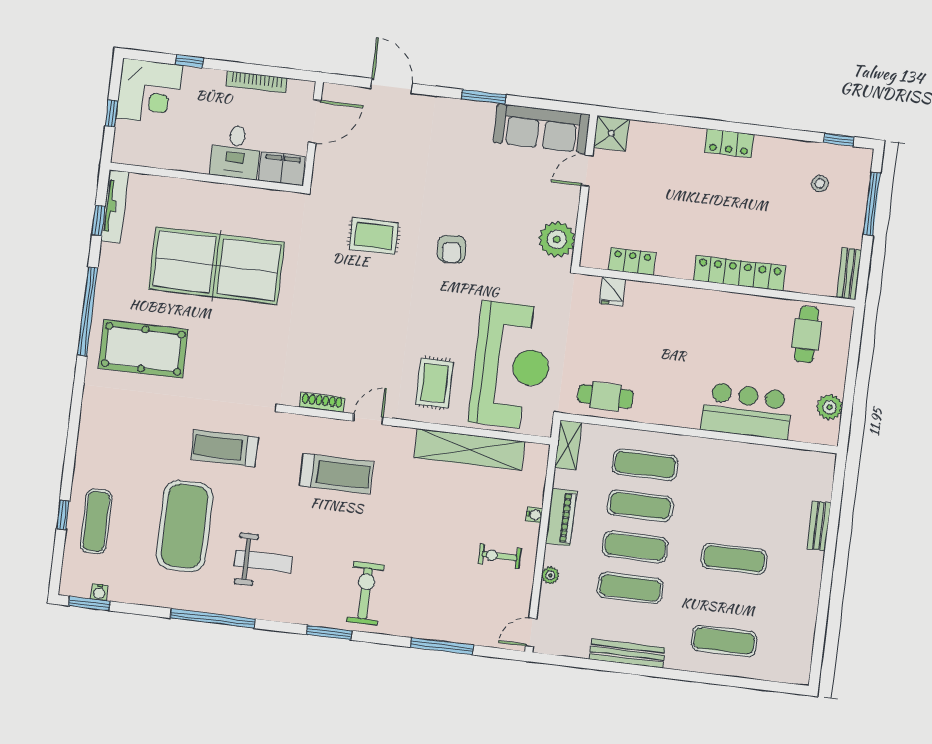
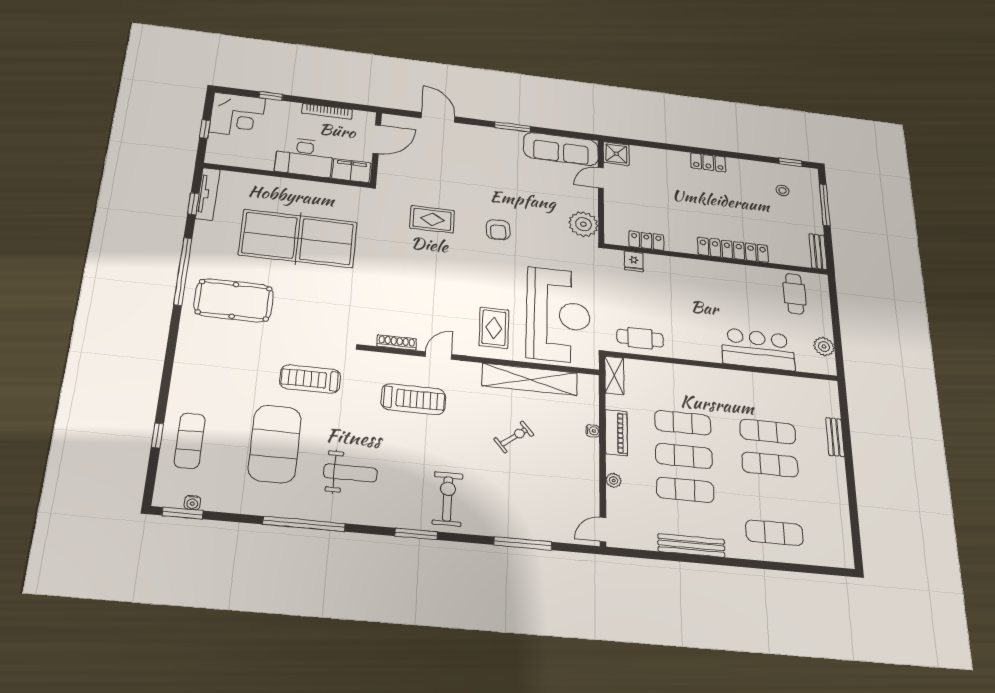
desk: (236, 152) -> (304, 157), width x1.37
exercise mat: (645, 465) -> (768, 431), moved
exercise bike: (499, 556) -> (514, 437), moved, turned 141

